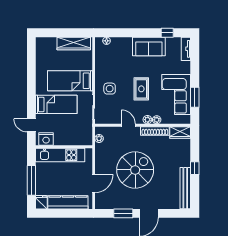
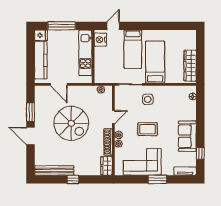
window: (195, 97) -> (157, 179), moved

